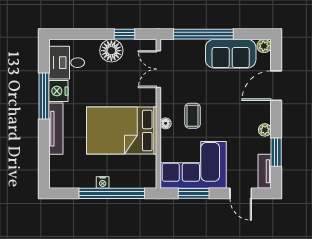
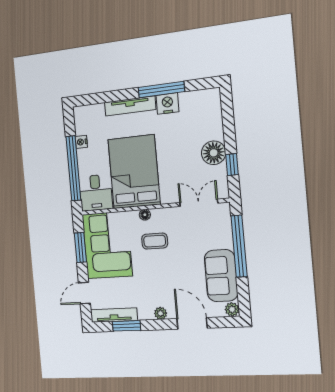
desk: (67, 63) -> (96, 193), moved, turned 180
plant: (265, 130) -> (161, 313), moved
tv unit: (265, 171) -> (114, 315), width x1.41
nightstand: (103, 183) -> (81, 142), moved

